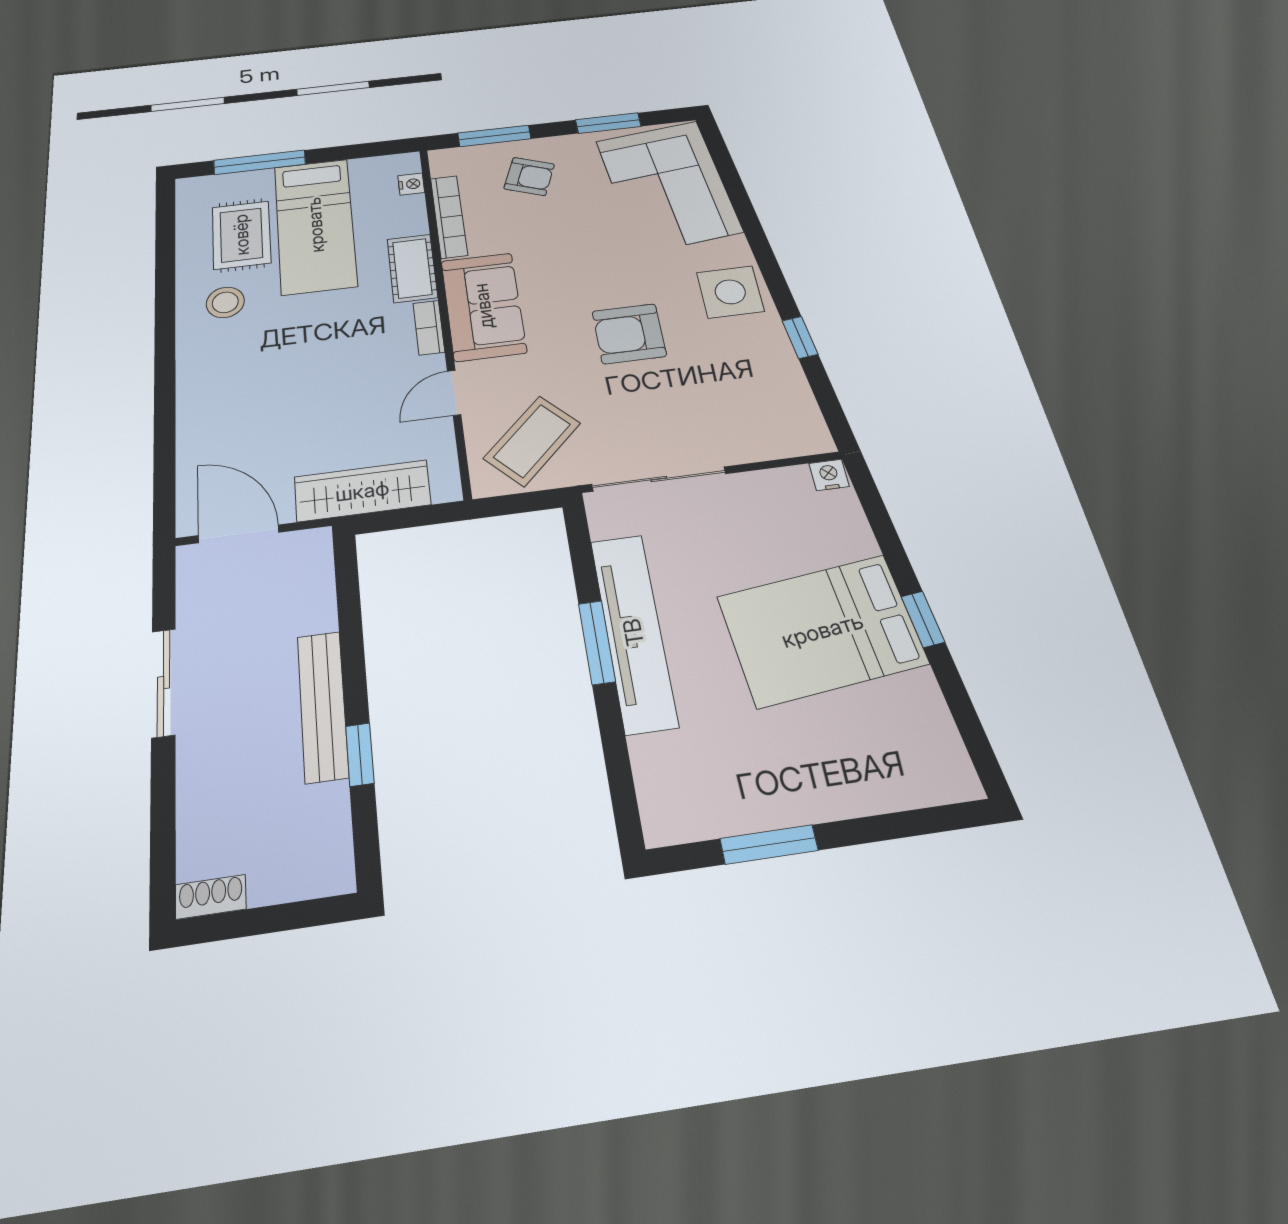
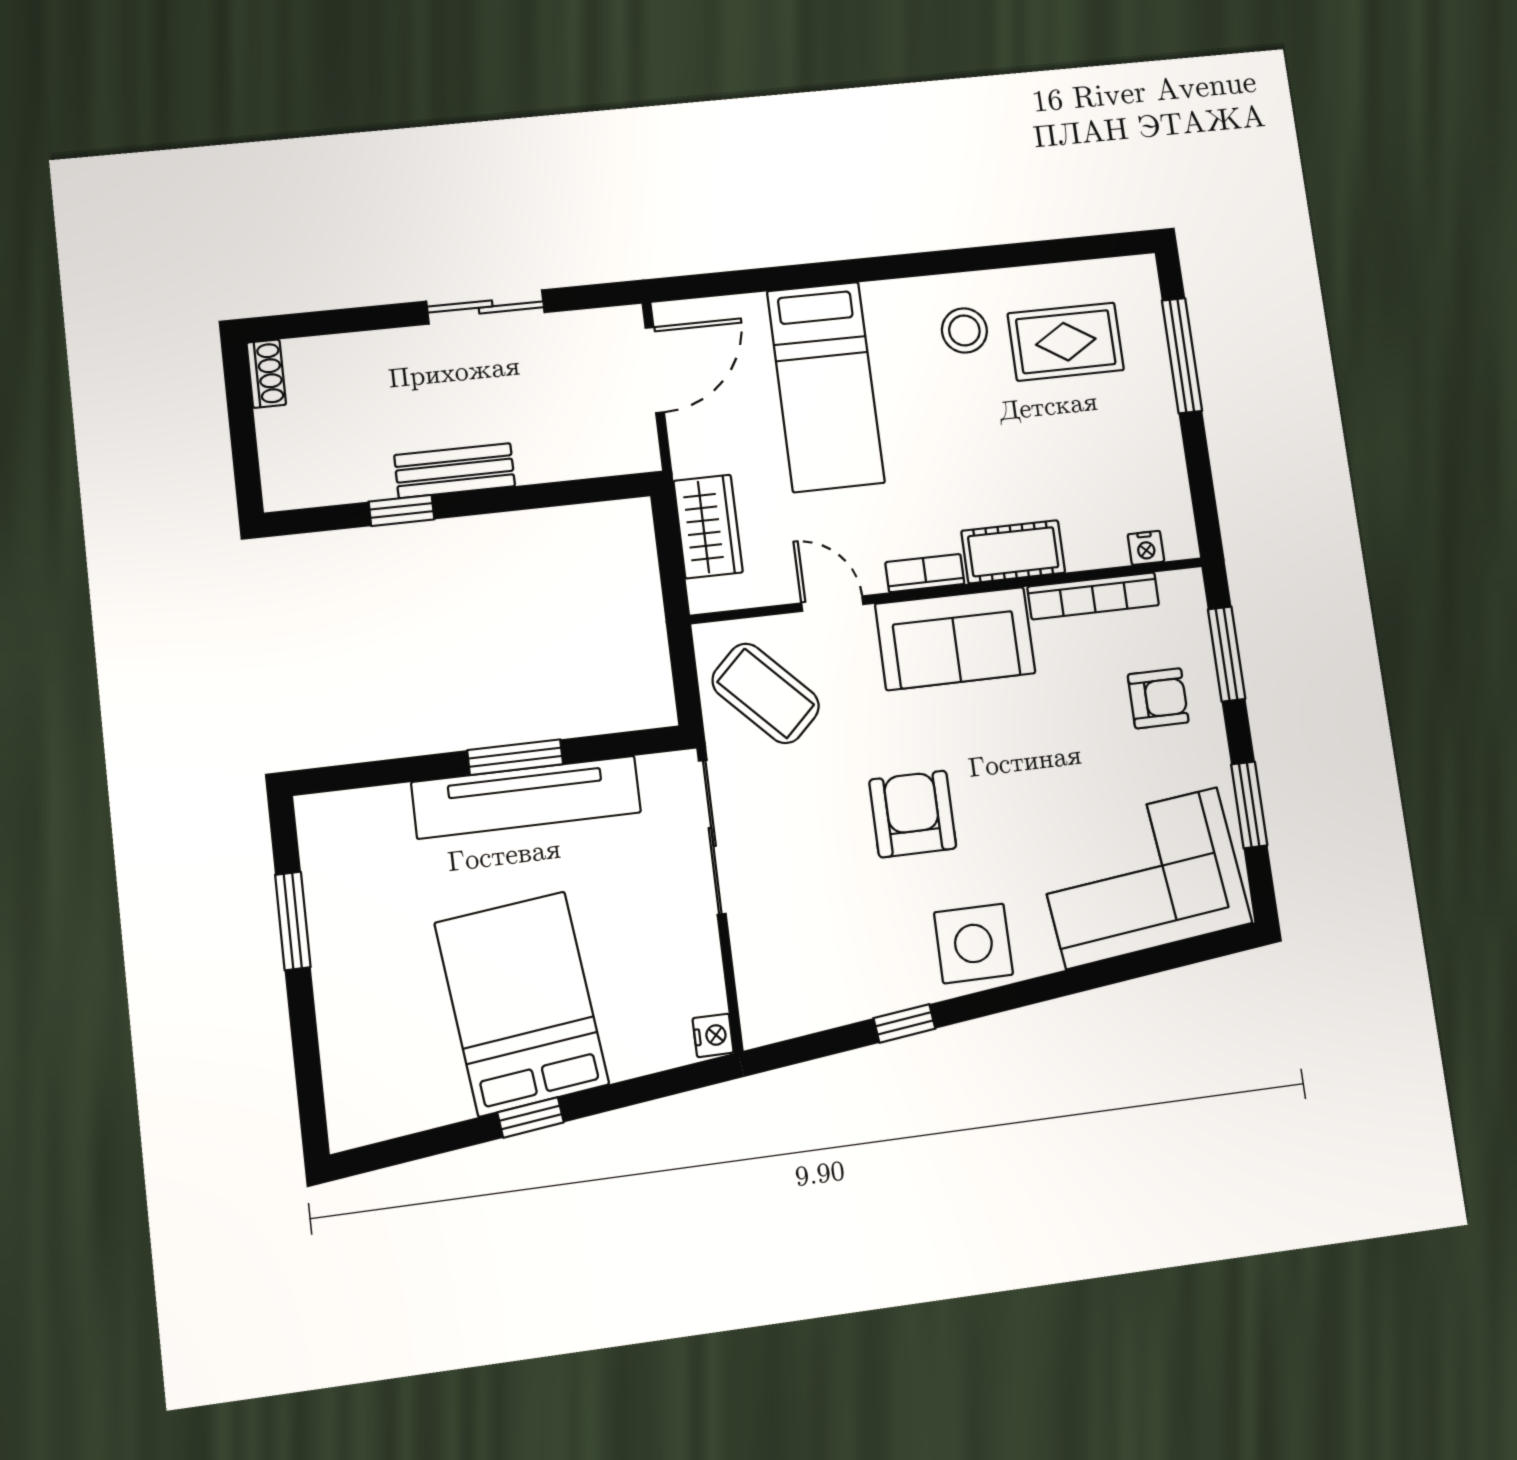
armchair: (529, 176) -> (1158, 698), turned -111
bed: (315, 225) -> (826, 387), moved, turned -90
wardrobe: (362, 491) -> (708, 527), width x0.67
bench: (323, 706) -> (455, 471), width x0.73

